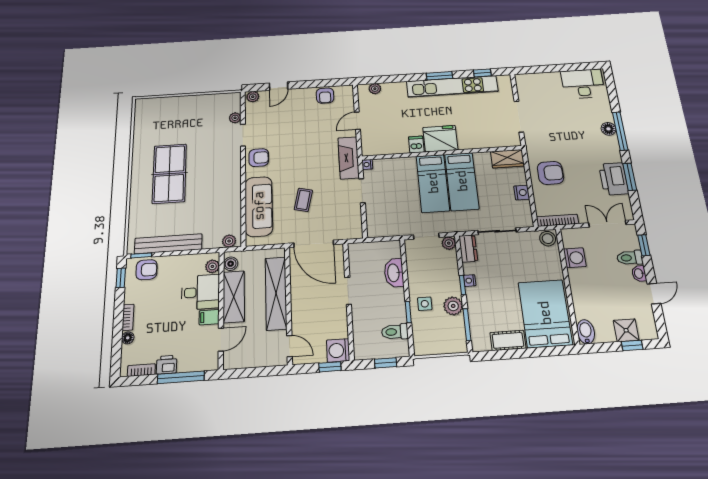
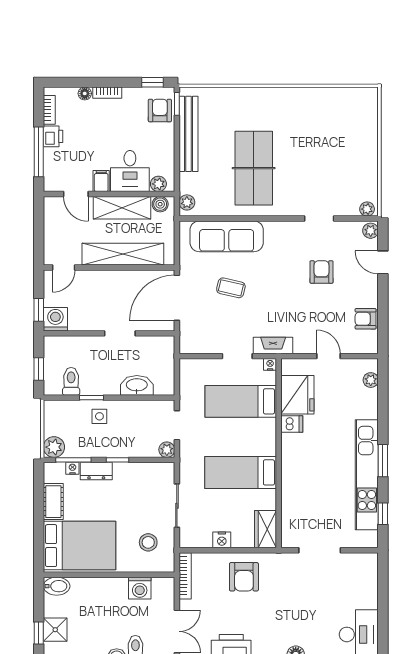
plant: (235, 118) -> (367, 209), moved
fridge: (440, 139) -> (297, 395), moved
armchair: (259, 158) -> (321, 272), moved, turned 180
fireplace: (349, 158) -> (273, 345), width x0.73, depth x0.76
table tennis table: (169, 174) -> (254, 168), moved, turned 90
bed: (433, 183) -> (241, 401), moved
stool: (548, 239) -> (148, 542), moved
dresser: (468, 249) -> (96, 471), moved
armchair: (147, 270) -> (160, 111), turned 180
nightstand: (470, 281) -> (72, 468), moved
plant: (453, 306) -> (54, 447), moved

